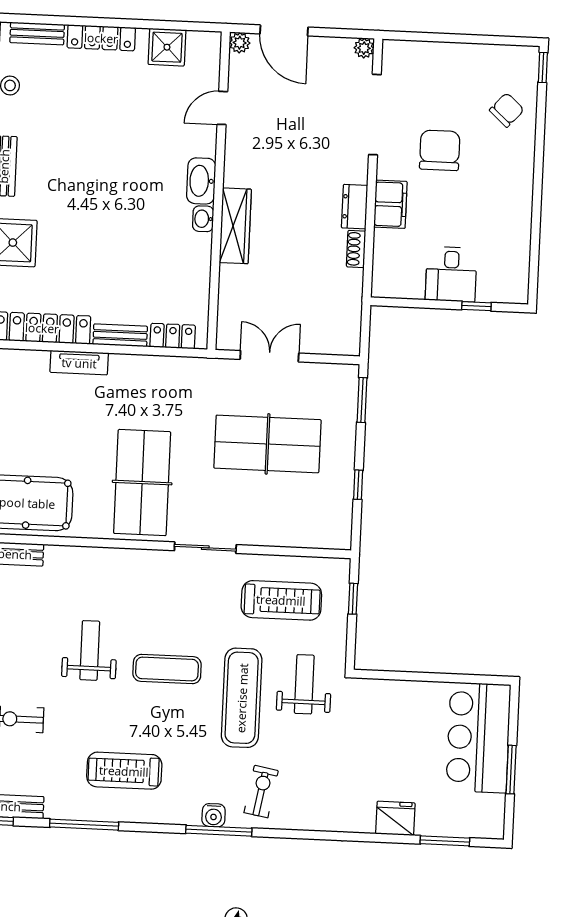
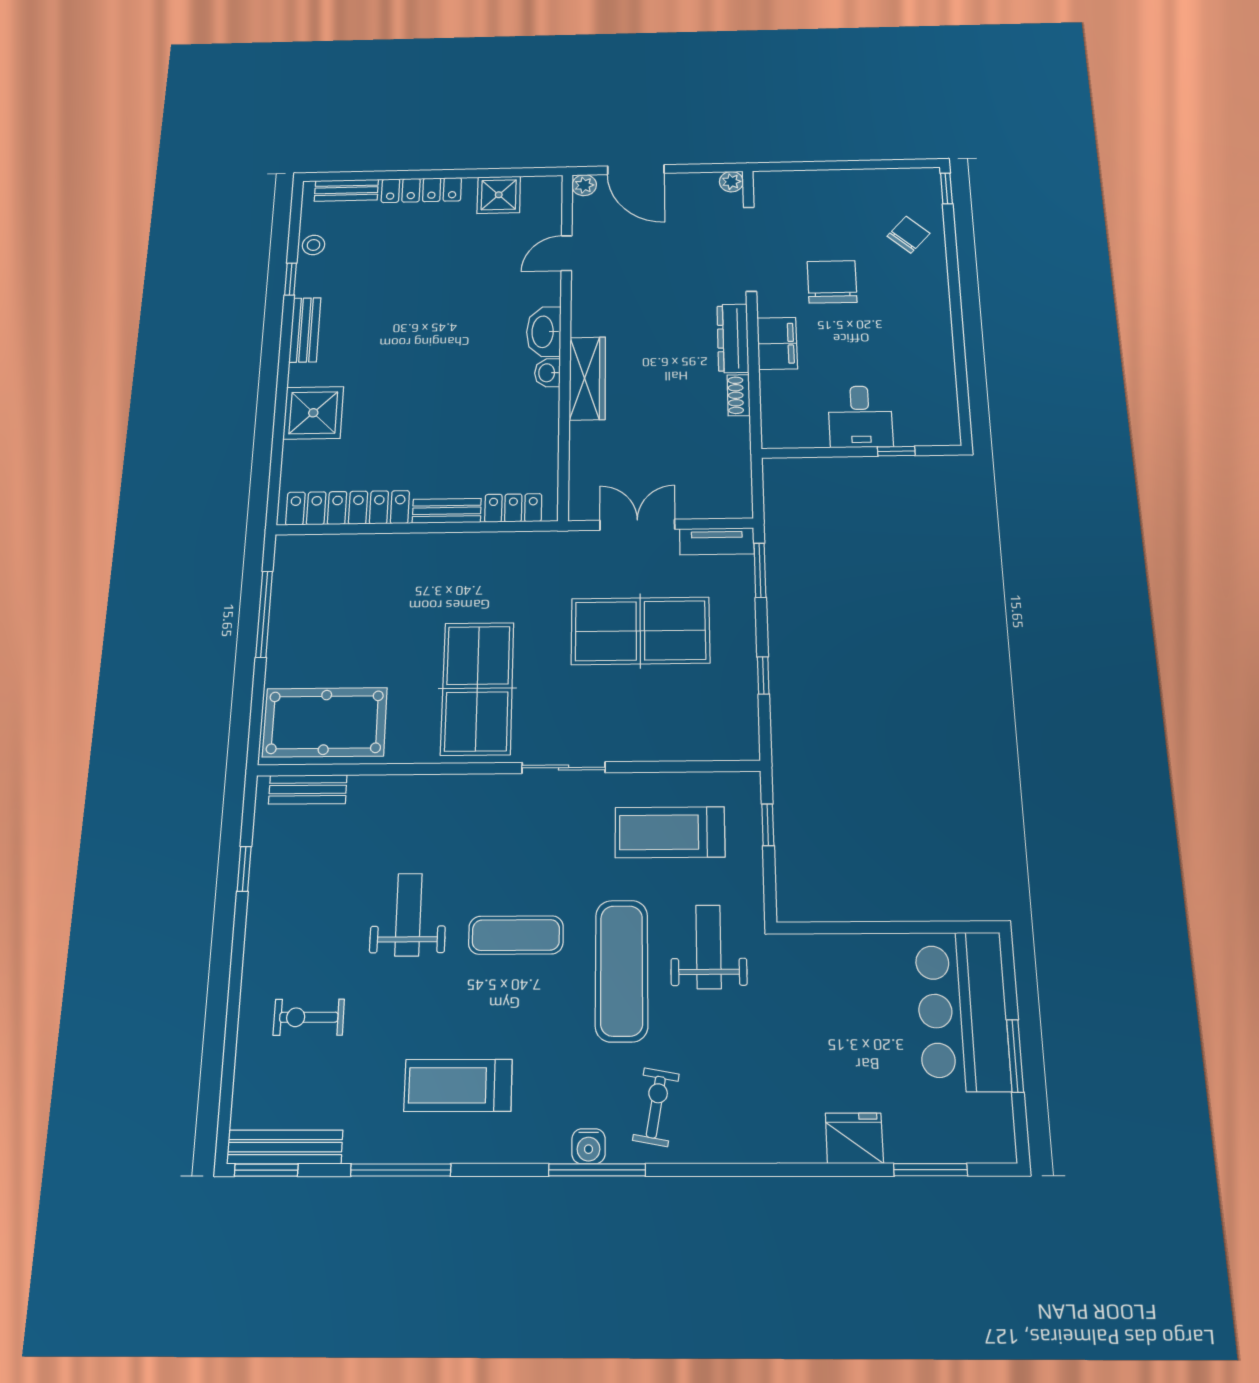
dresser: (355, 207) -> (733, 338), width x1.44
tv unit: (79, 363) -> (717, 541), moved
treadmill: (281, 600) -> (670, 832), turned 180

